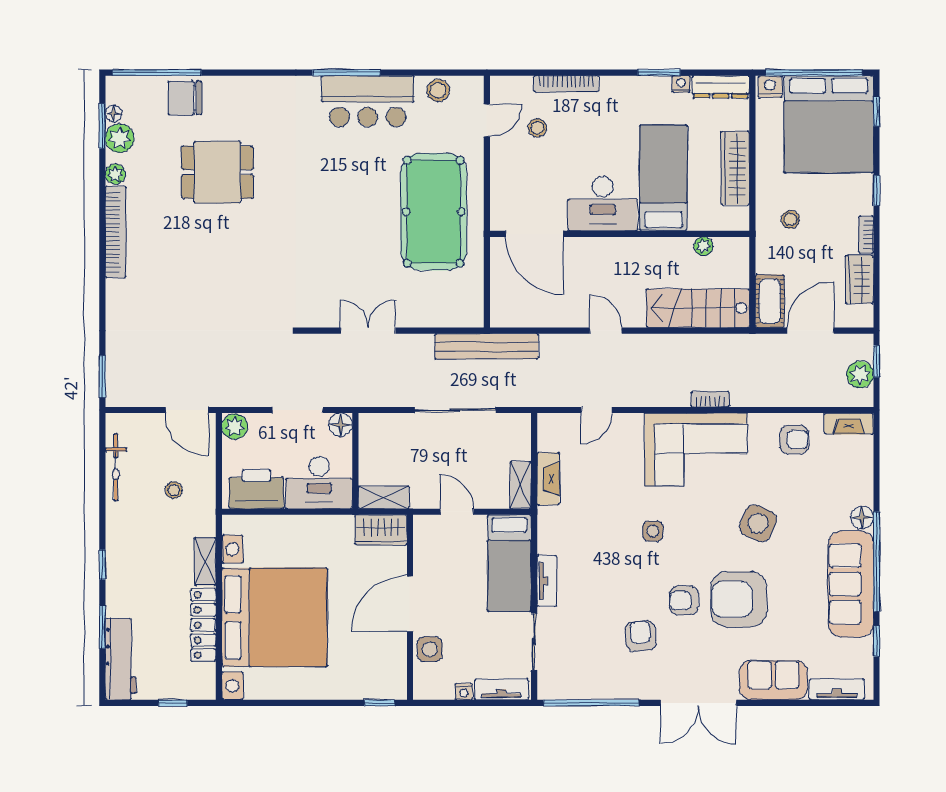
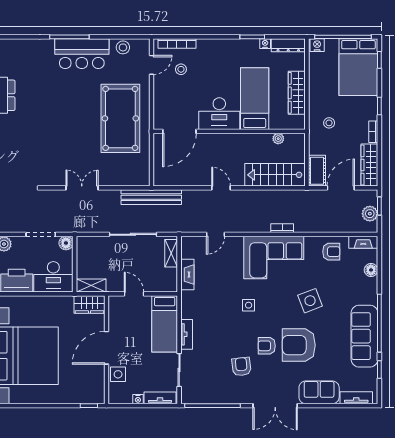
bookcase: (566, 84) -> (177, 44), moved
bed: (829, 124) -> (358, 67), width x0.73
door: (535, 234) -> (179, 131), hinge flipped
wardrobe: (859, 279) -> (369, 165), width x1.50
shelving: (520, 485) -> (171, 253), moved
floor lamp: (862, 517) -> (371, 270), moved
side table: (758, 523) -> (310, 301), turned 45

